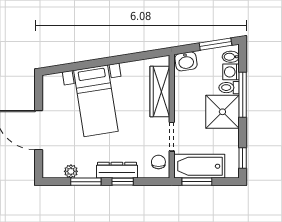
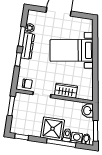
wardrobe: (160, 92) -> (66, 91), width x0.67
bathtub: (199, 166) -> (21, 109), removed
dresser: (117, 170) -> (28, 46), moved

